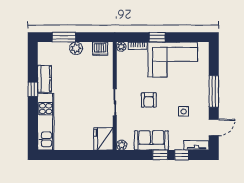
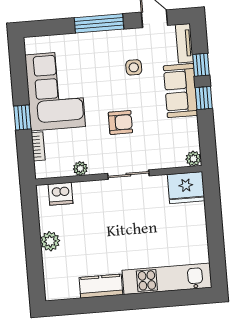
window: (64, 37) -> (34, 261), removed
plant: (121, 47) -> (80, 168), moved
dishwasher: (100, 49) -> (60, 194), moved, turned 90
window: (33, 89) -> (119, 303), removed
sofa: (151, 140) -> (180, 91), moved

